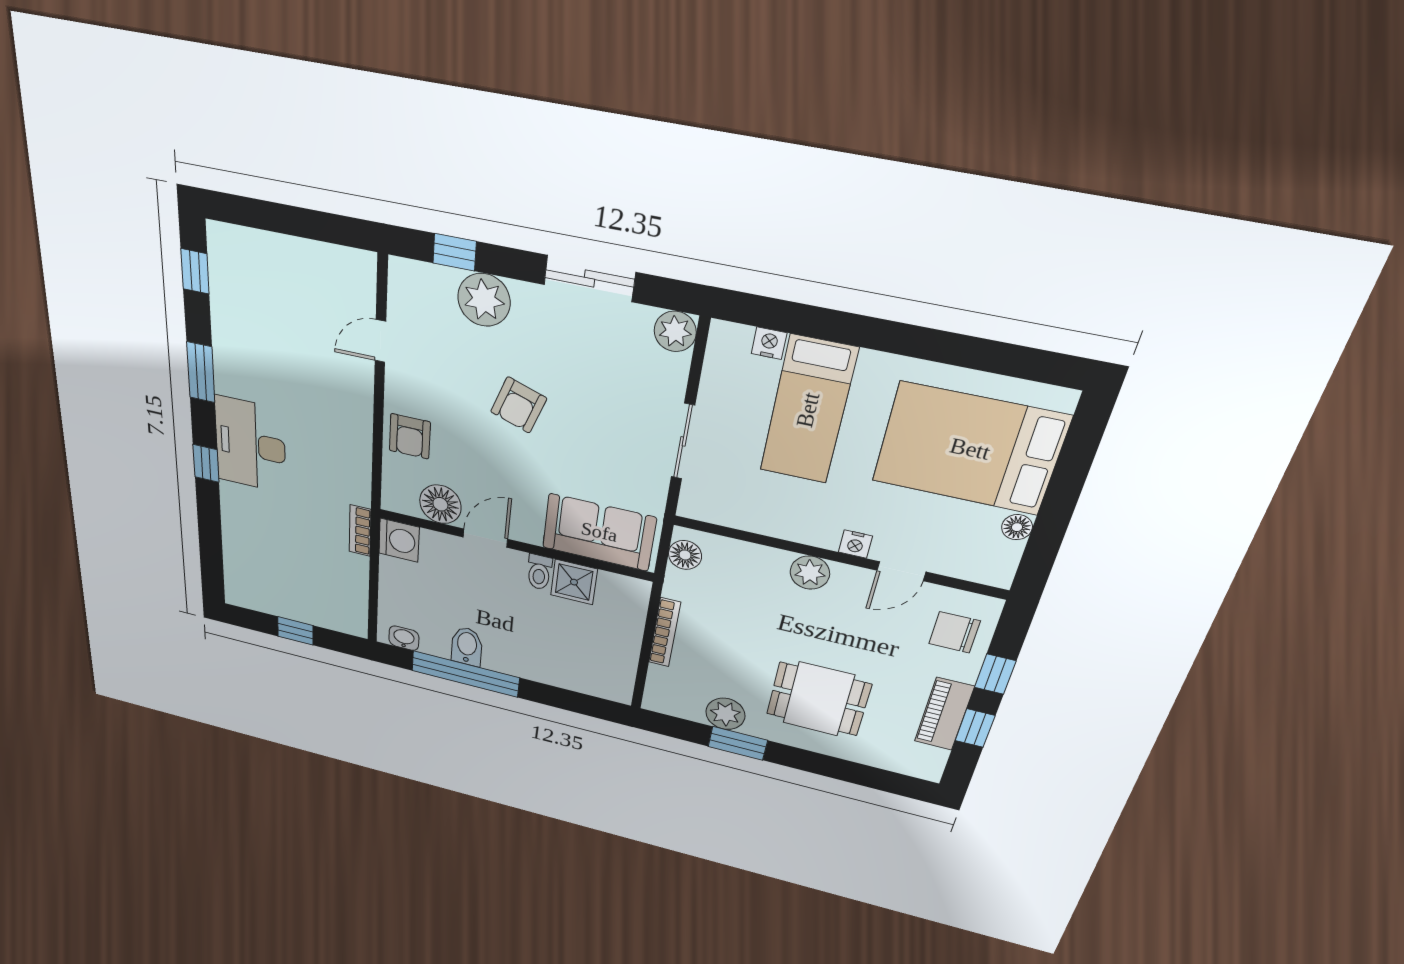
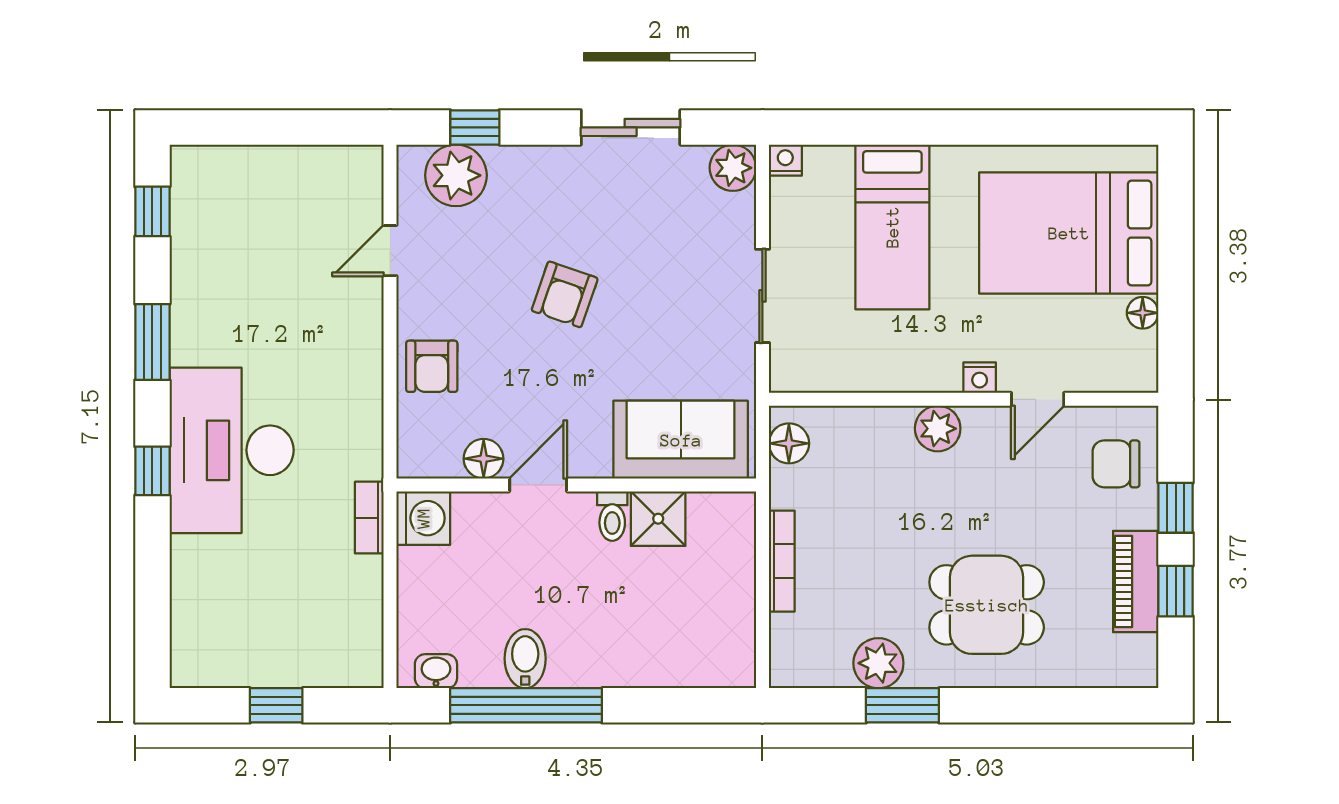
plant: (484, 300) -> (456, 175), moved
nightstand: (769, 343) -> (785, 160), moved
desk: (250, 445) -> (232, 450), width x1.36, depth x1.30
floor lamp: (440, 504) -> (484, 459), width x0.73, depth x0.73

